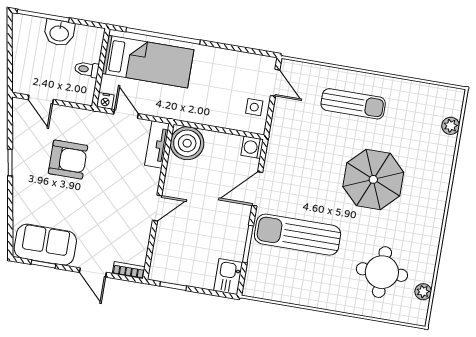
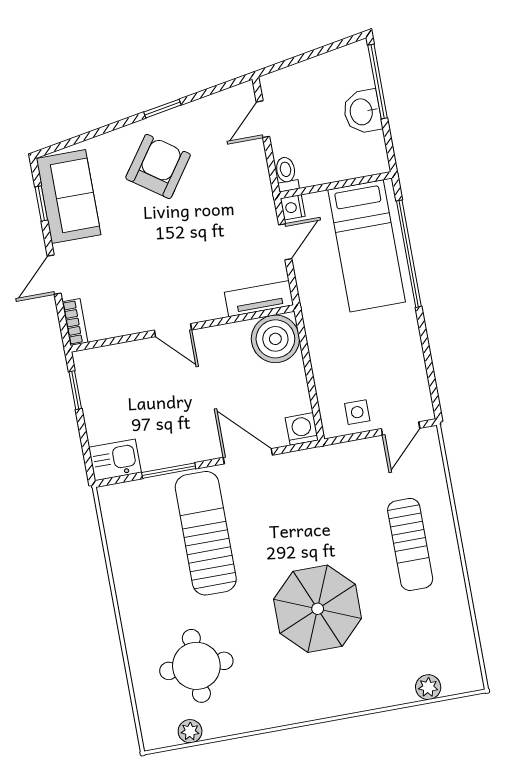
toilet: (87, 69) -> (286, 174), moved
armchair: (68, 159) -> (158, 166), moved, turned -145

